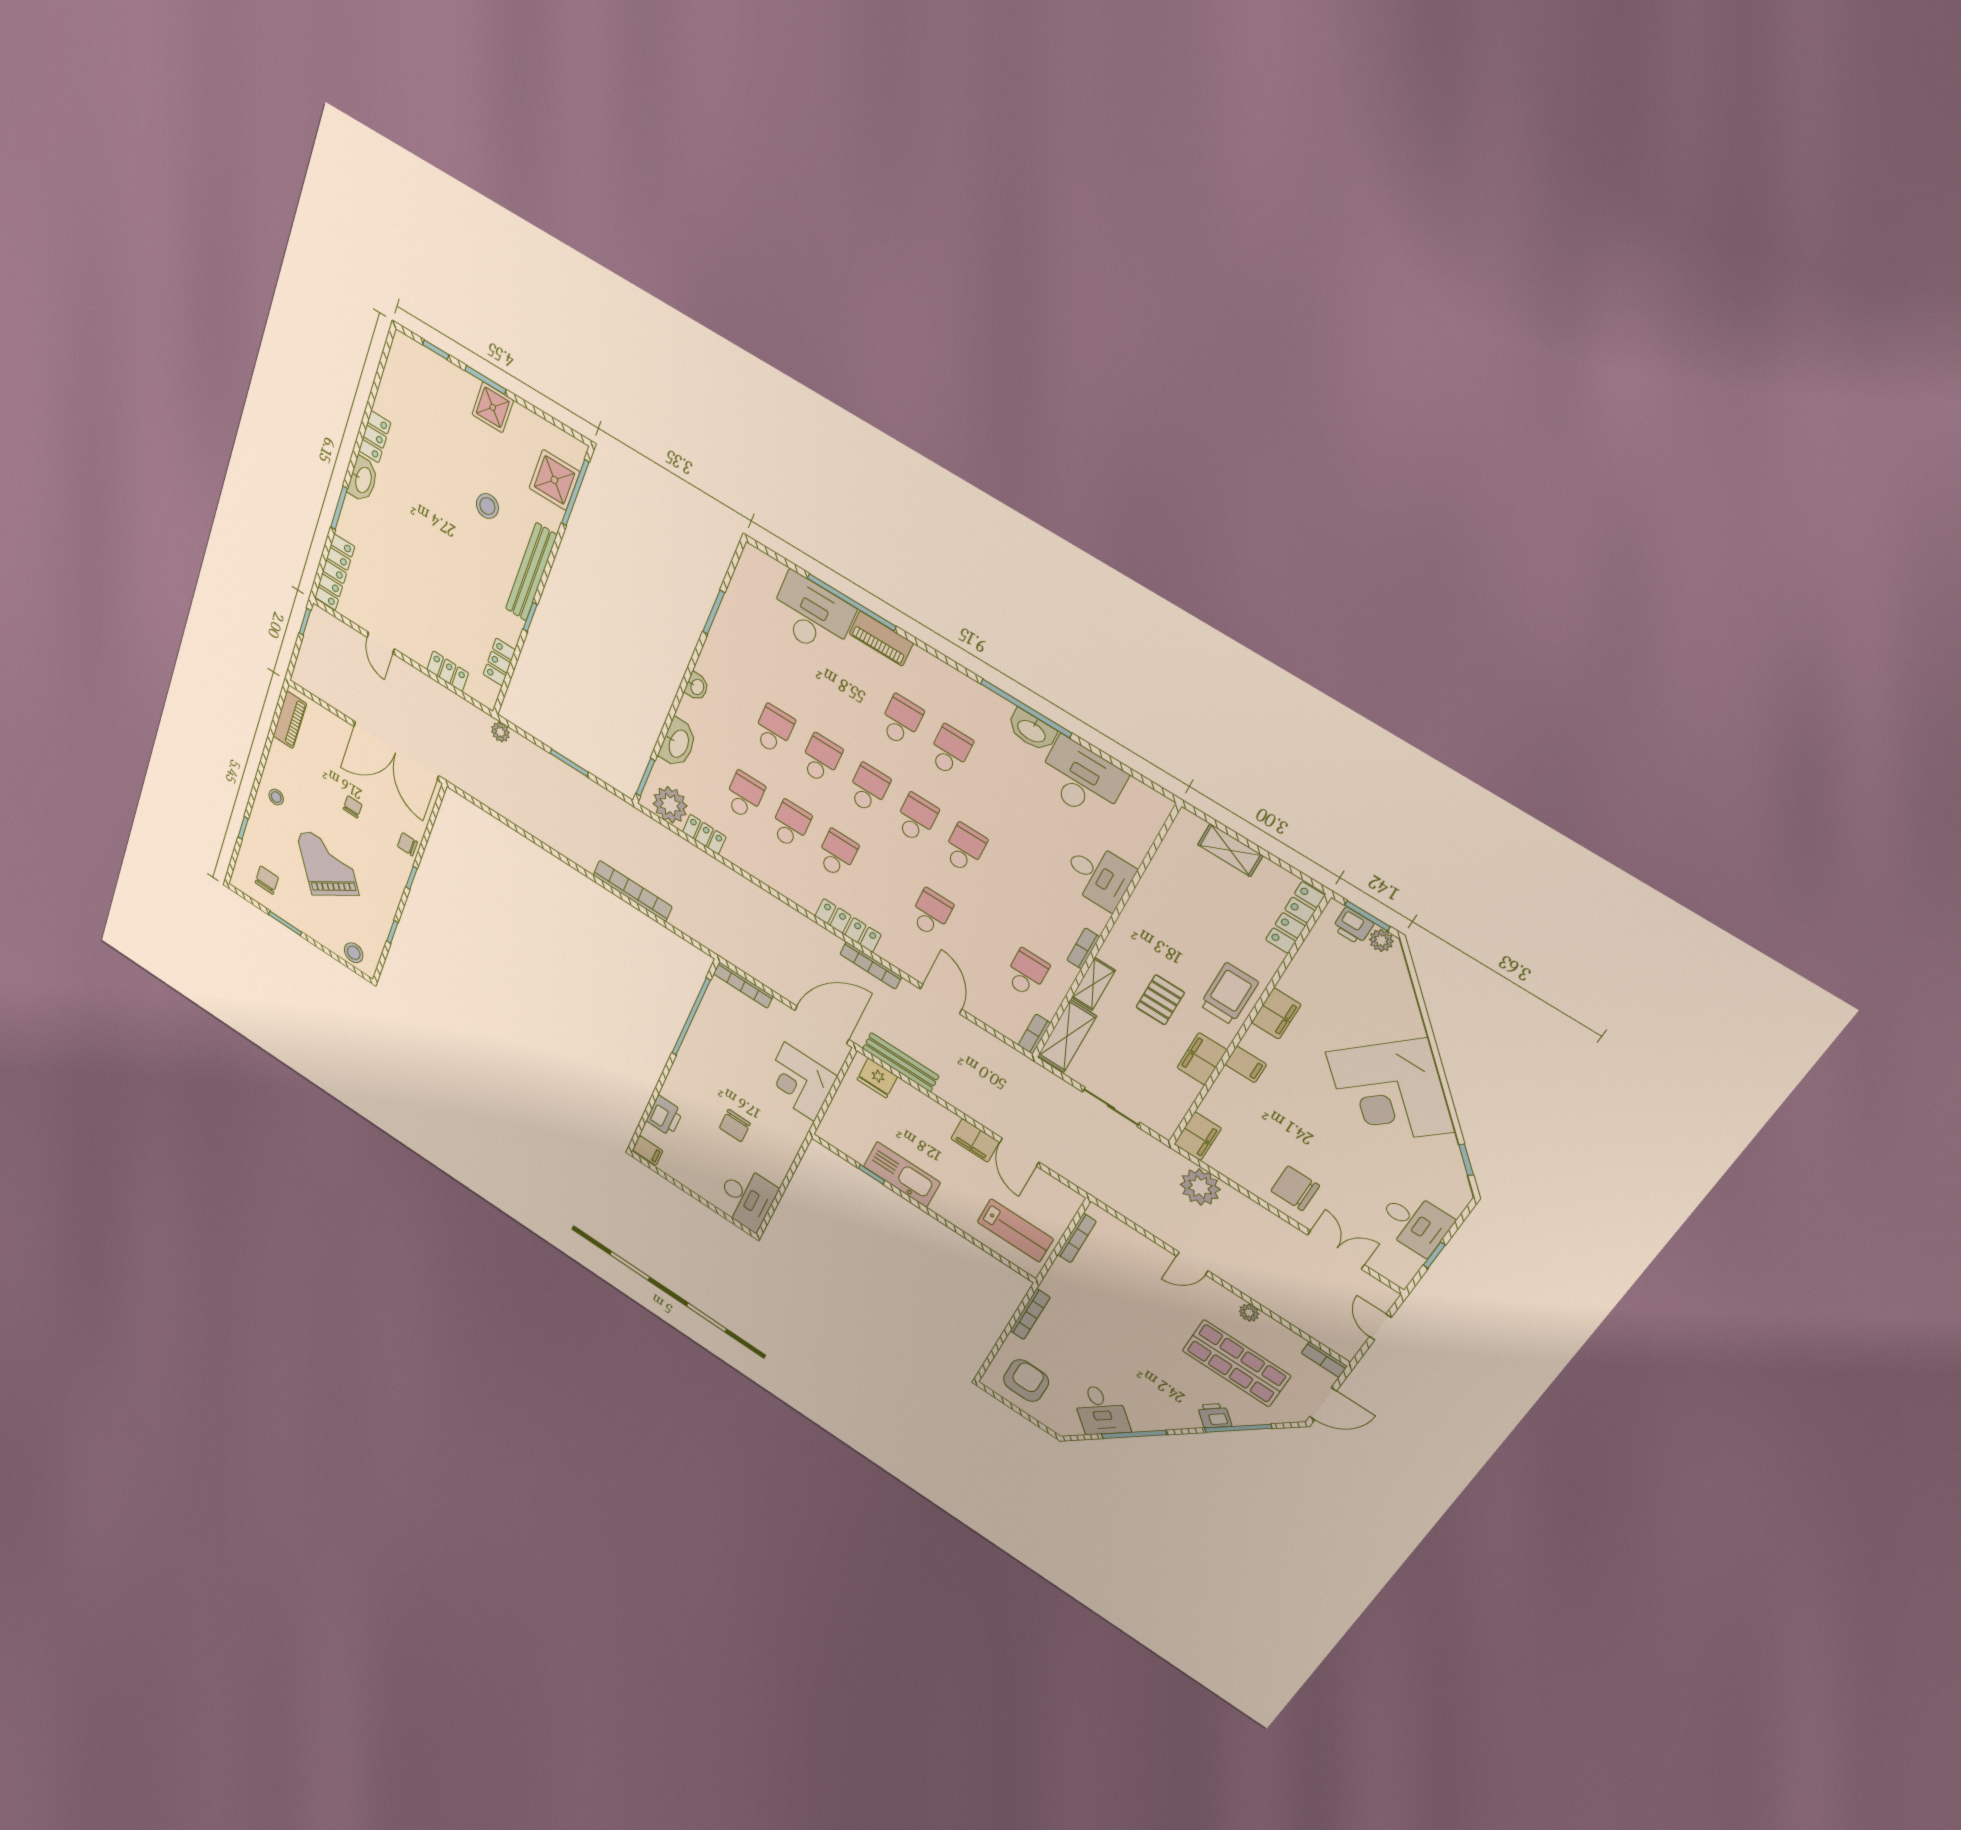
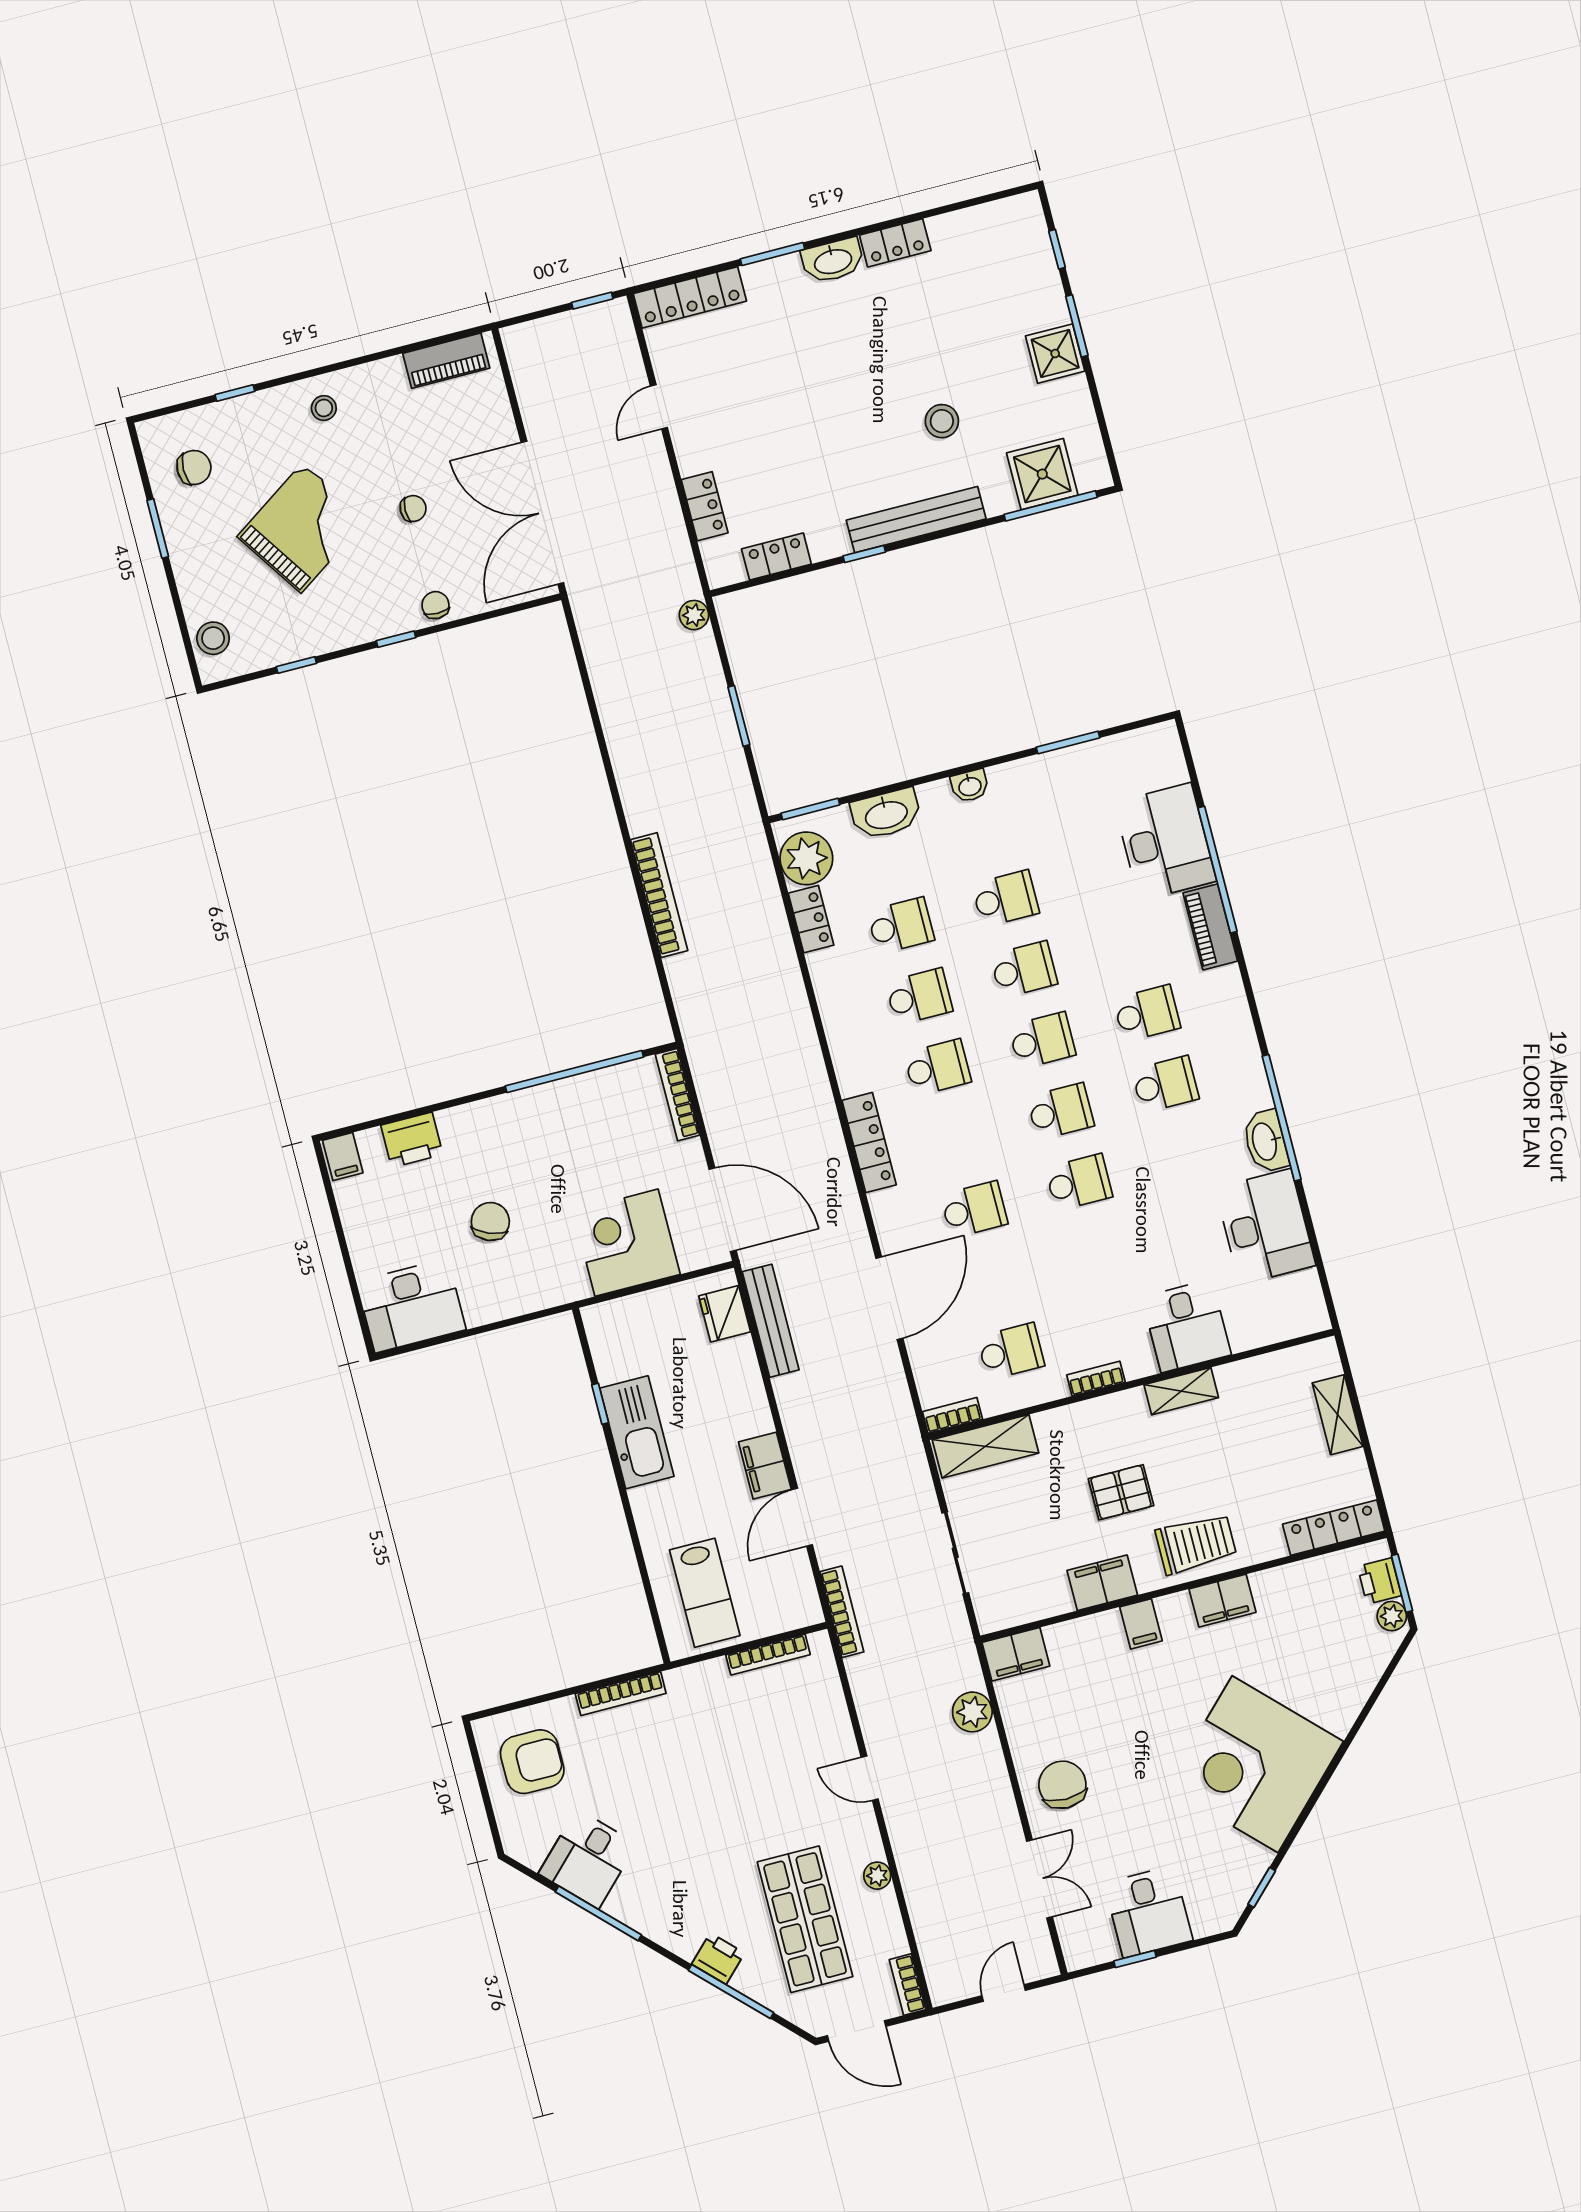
bookcase: (871, 965) -> (842, 1612), moved, turned 180
shelving: (1093, 984) -> (1181, 1391), moved
door: (941, 999) -> (889, 1298), width x1.36
chair: (735, 1126) -> (490, 1221), turned 112
plant: (1200, 1187) -> (972, 1712), width x0.73, depth x0.73

